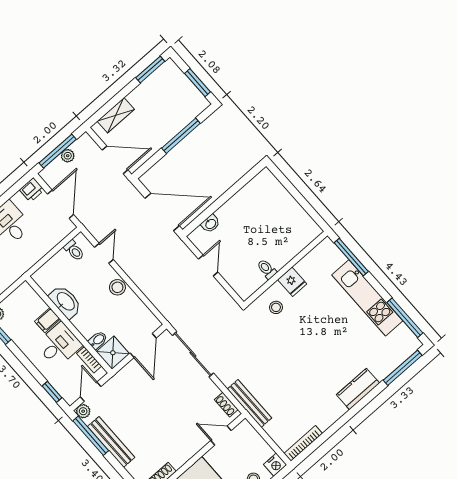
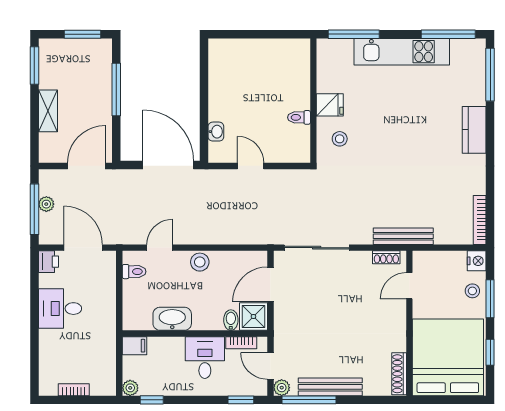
shelving: (116, 115) -> (48, 111), moved
door: (162, 212) -> (168, 165), hinge flipped
door: (104, 253) -> (160, 248), hinge flipped
filing cabinet: (47, 320) -> (134, 346), moved, turned -90
door: (143, 345) -> (270, 284), swing flipped

